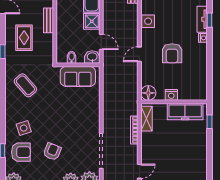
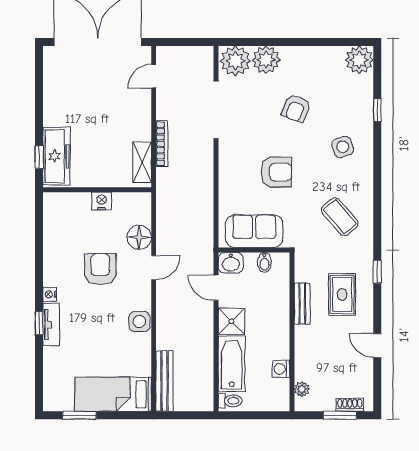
bench: (48, 20) -> (302, 304), moved
floor lamp: (148, 93) -> (139, 237), moved
freezer: (185, 112) -> (56, 156), moved, turned 90
armchair: (21, 152) -> (276, 172), moved, turned 180

